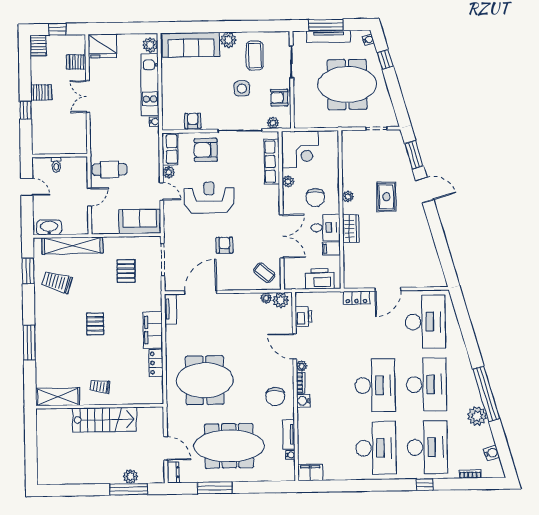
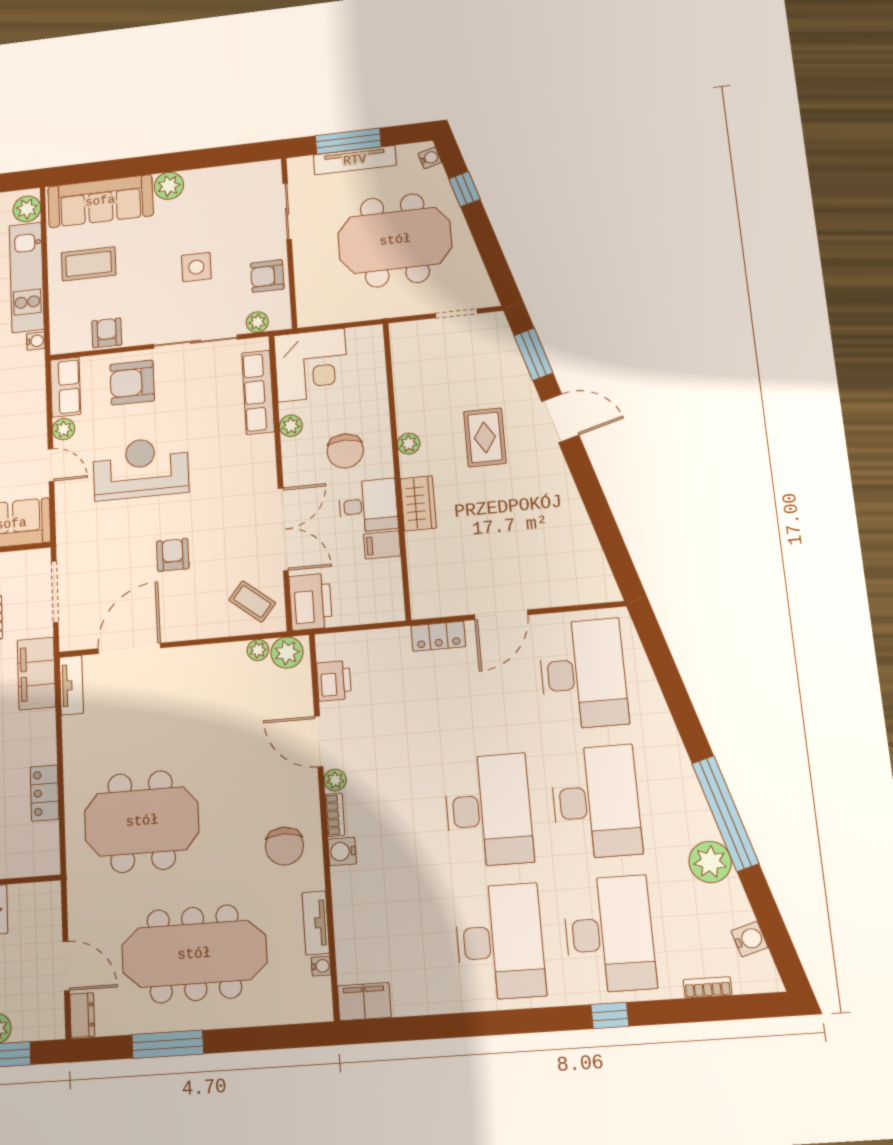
coffee table: (255, 56) -> (89, 264), moved, turned 90
printer: (320, 279) -> (311, 602), moved, turned 90
filing cabinet: (153, 330) -> (36, 673), moved

